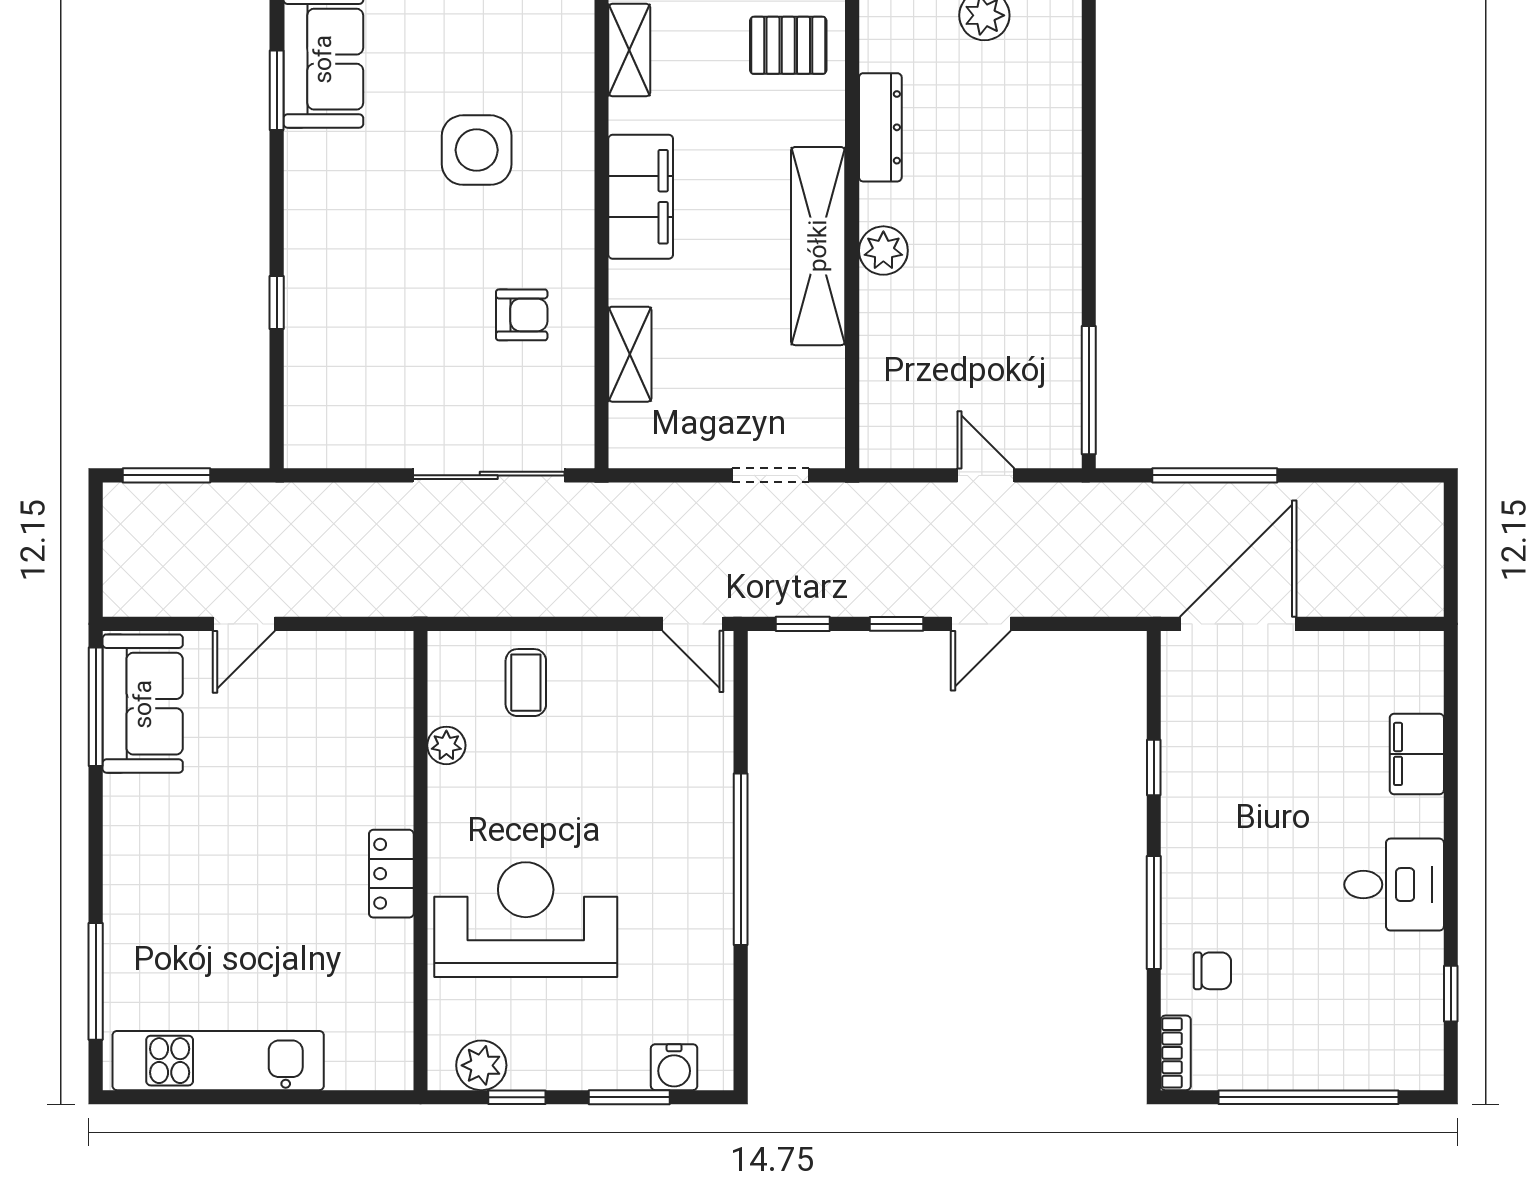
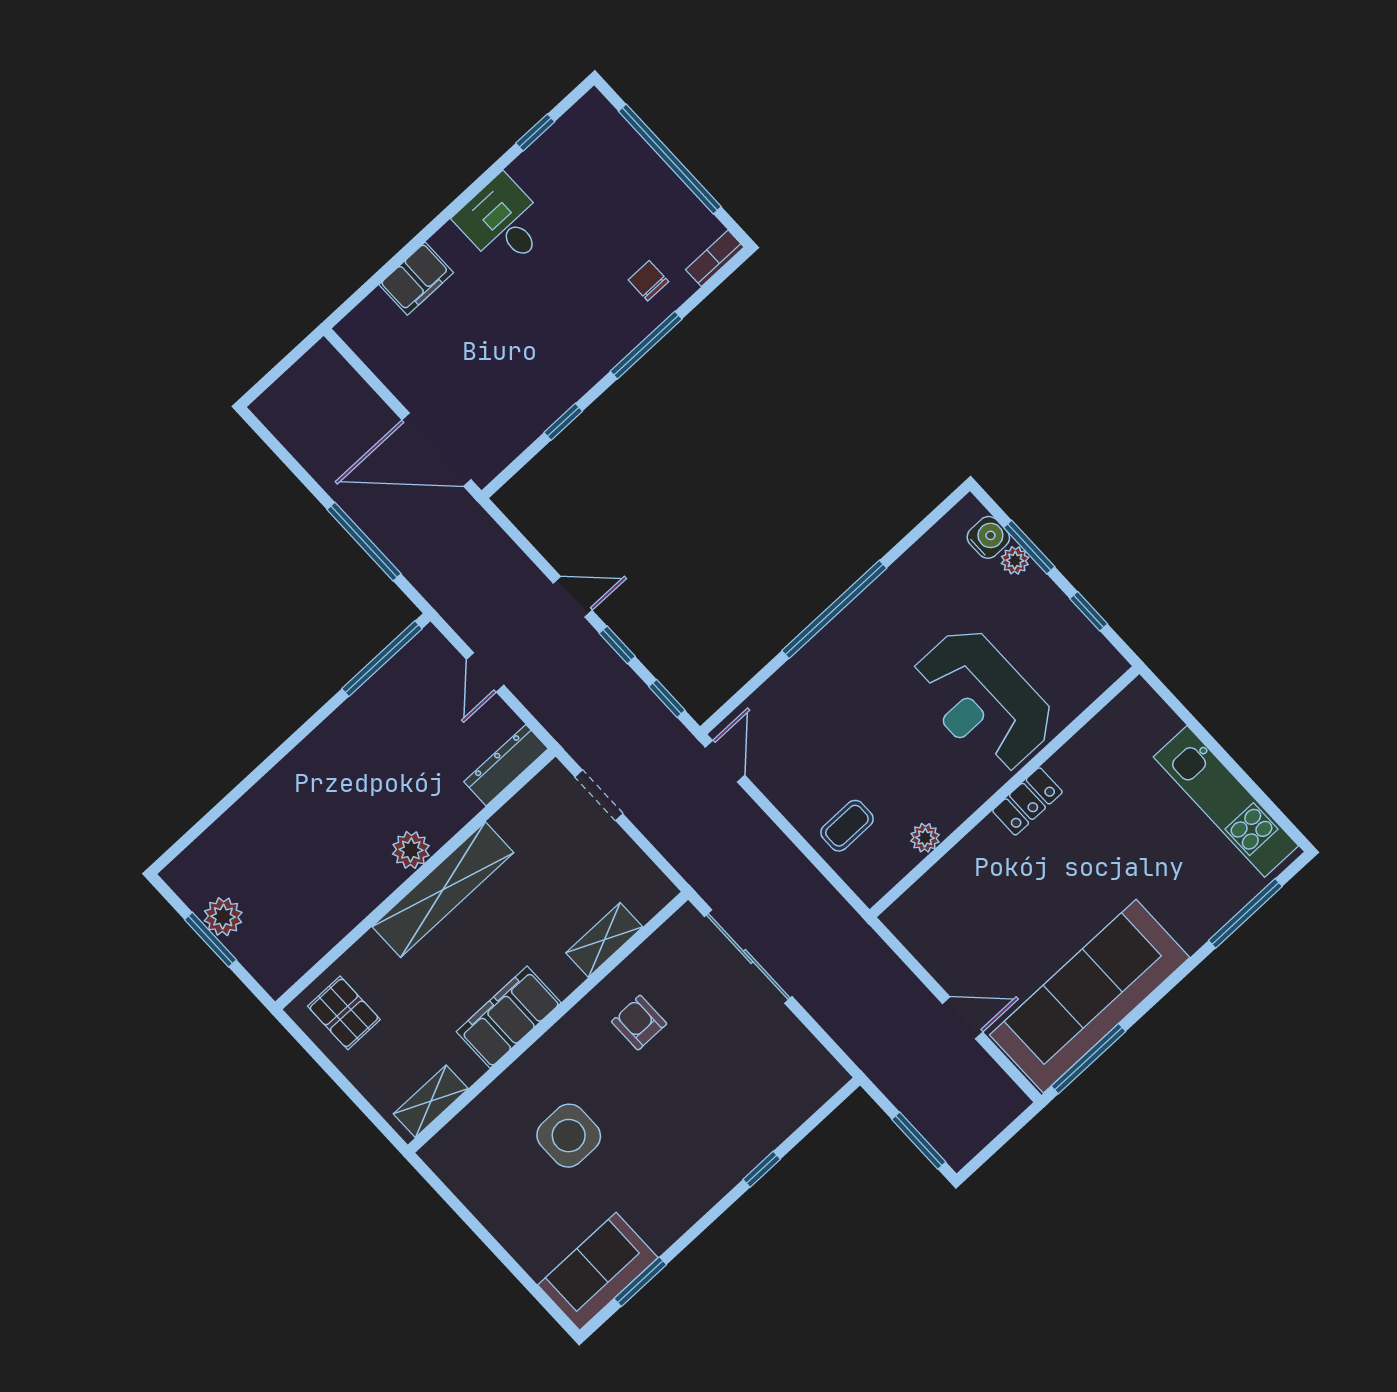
dresser: (880, 127) -> (506, 765), moved
sofa: (143, 704) -> (1090, 996), width x1.85, depth x1.27
plant: (481, 1065) -> (1015, 560), moved, width x0.73, depth x0.73

